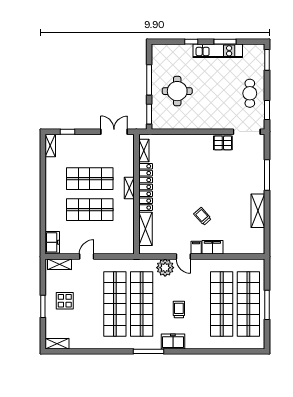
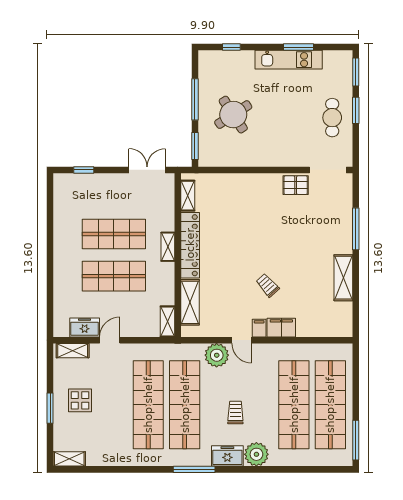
window: (191, 42) -> (231, 47), moved
round table: (177, 91) -> (233, 115), turned -33
window: (267, 110) -> (356, 110), moved
shelving: (50, 145) -> (168, 321), moved
freezer: (52, 242) -> (85, 327), moved, turned -90
window: (267, 305) -> (356, 440), moved
plant: (194, 340) -> (256, 454), added

